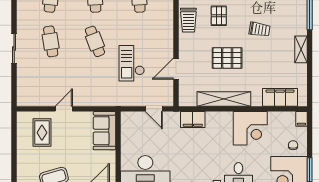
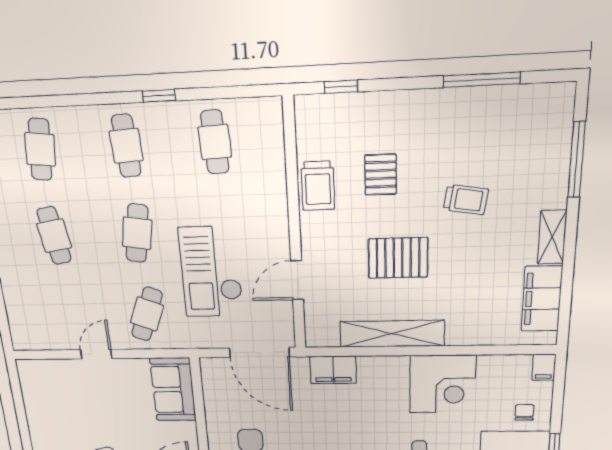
cafe table: (95, 41) -> (137, 233), turned 30
checkout: (132, 63) -> (211, 272), width x1.36, depth x1.21
cafe table: (95, 86) -> (147, 314), added
filing cabinet: (280, 97) -> (542, 299), moved, turned -90
door: (154, 109) -> (259, 352), width x1.87
rug: (42, 133) -> (65, 393), removed

